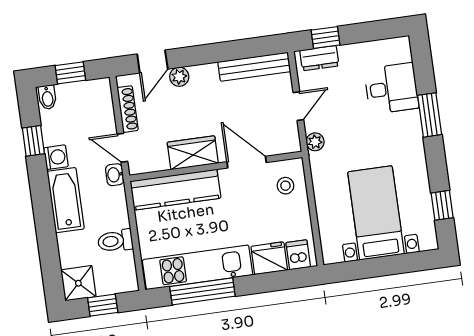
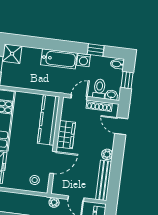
plant: (179, 77) -> (107, 154), moved
washbasin: (115, 175) -> (111, 95), moved
toilet: (115, 241) -> (99, 89), moved

